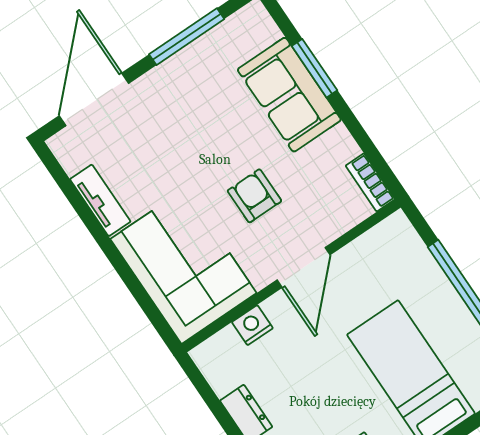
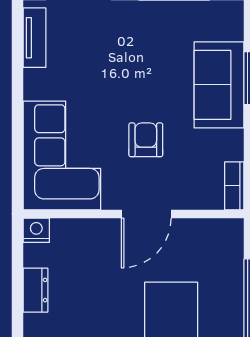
tv unit: (100, 200) -> (34, 38), moved
nightstand: (252, 325) -> (36, 230), moved

